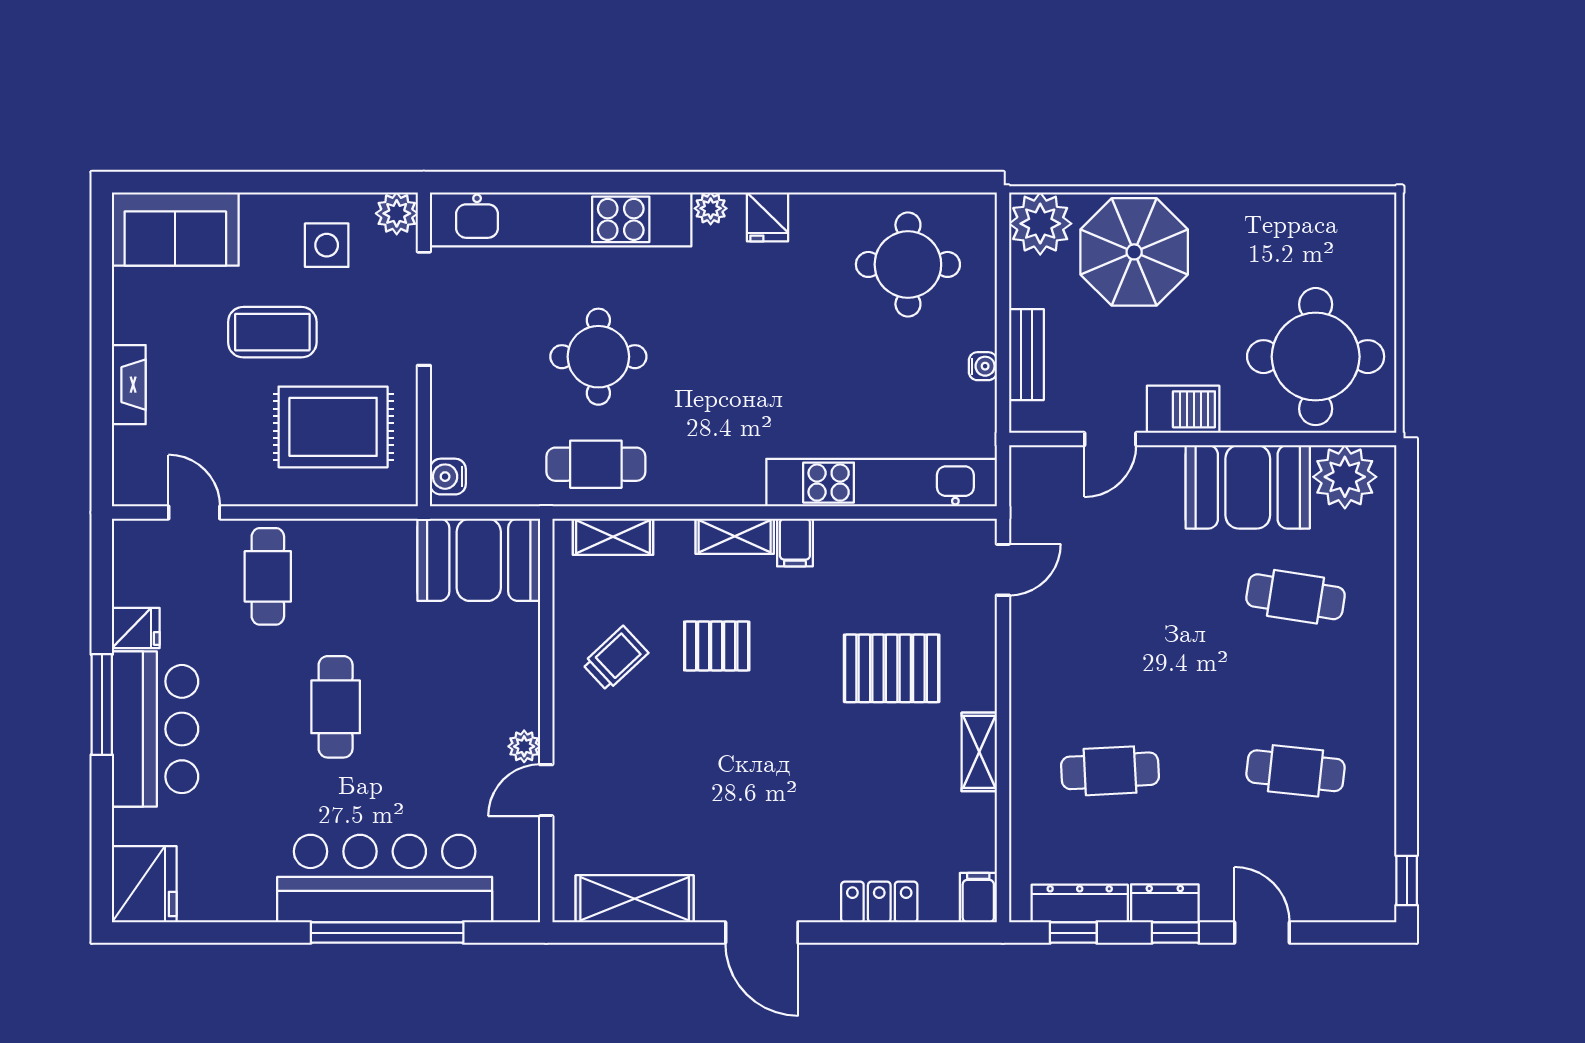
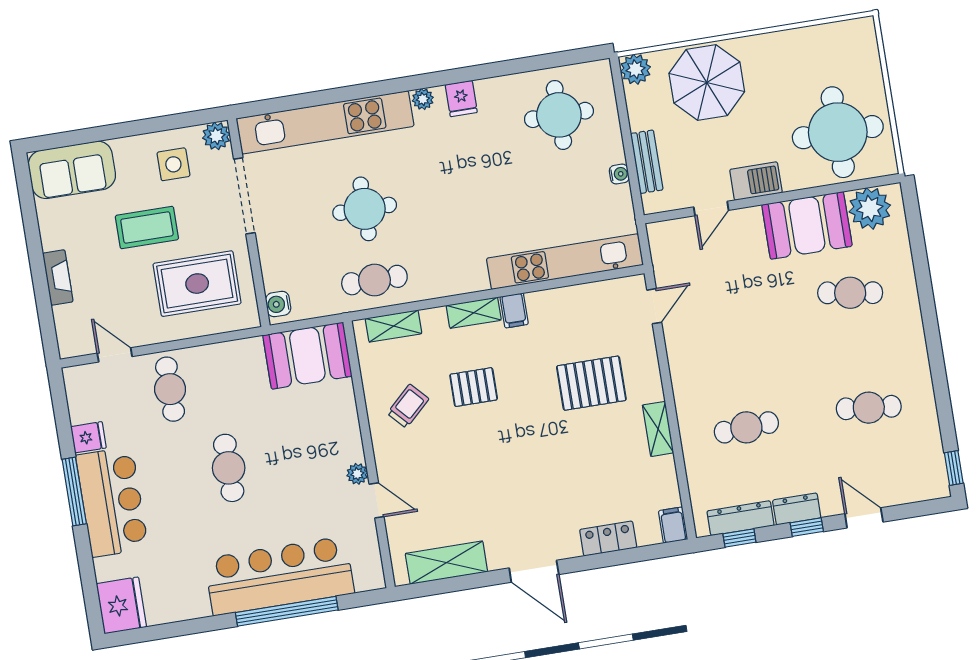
plant: (1040, 224) -> (635, 69), width x0.73, depth x0.73
door: (546, 790) -> (377, 500), swing flipped

